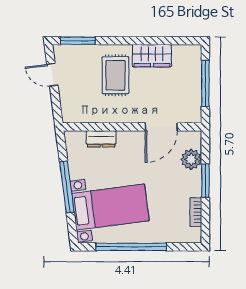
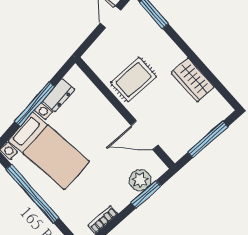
rug: (115, 75) -> (134, 80), moved
dresser: (101, 139) -> (59, 95), moved, turned -97
window: (205, 181) -> (146, 194), moved

